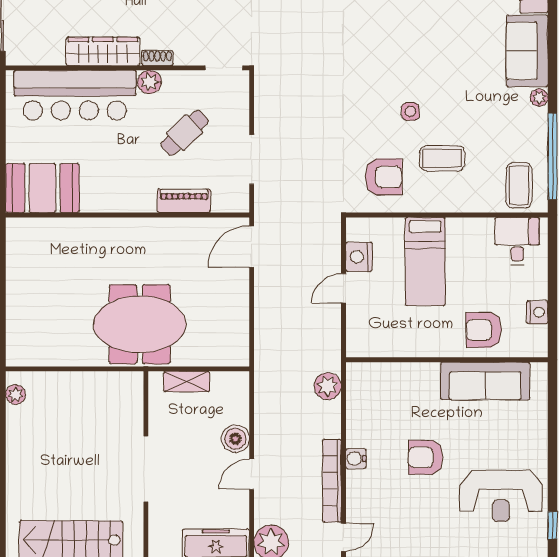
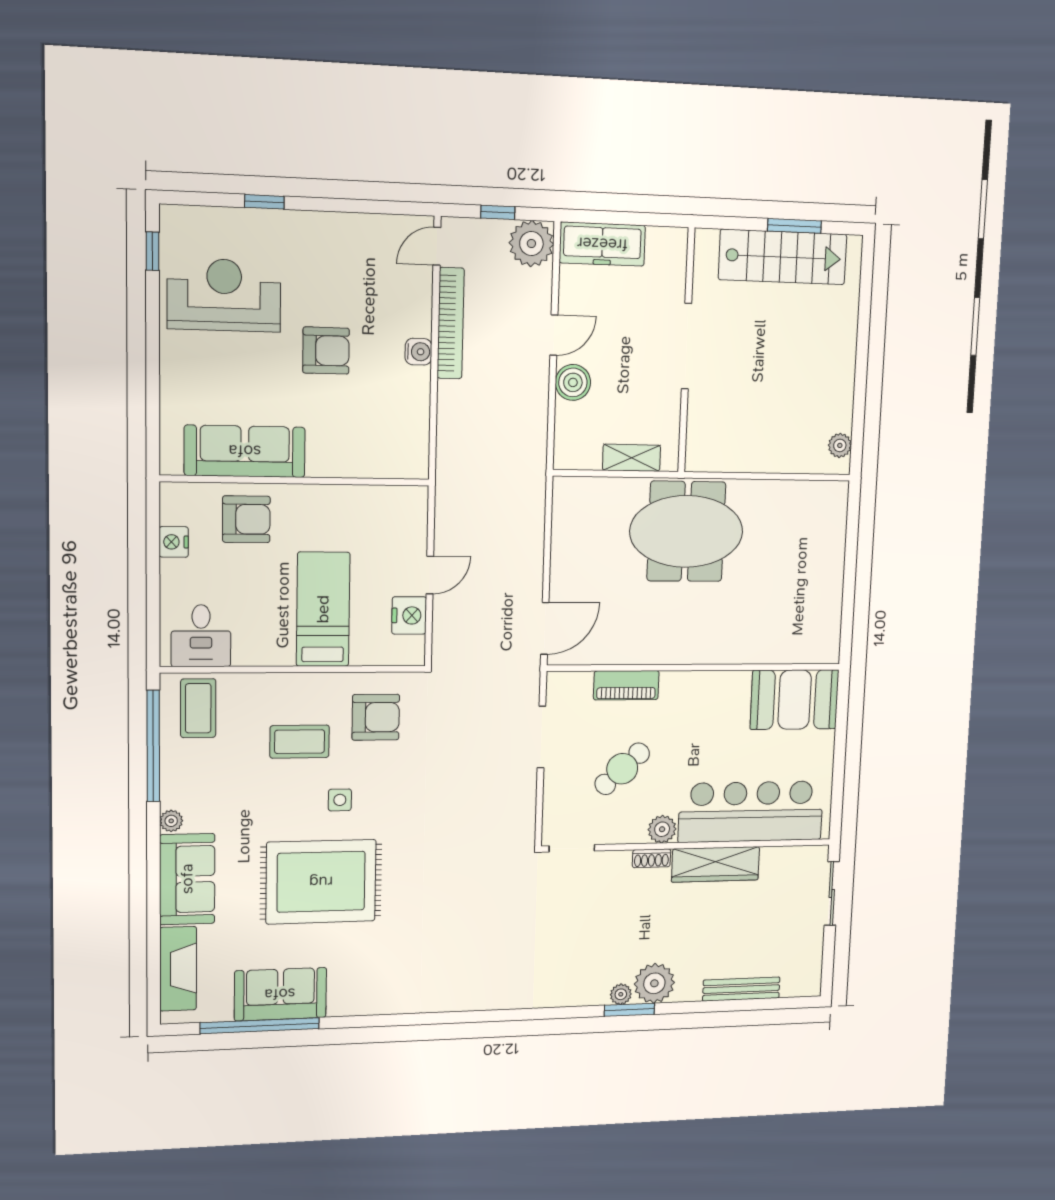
rug: (424, 46) -> (321, 882), added
armchair: (383, 177) -> (376, 717), turned 180
plant: (328, 386) -> (453, 448), removed

